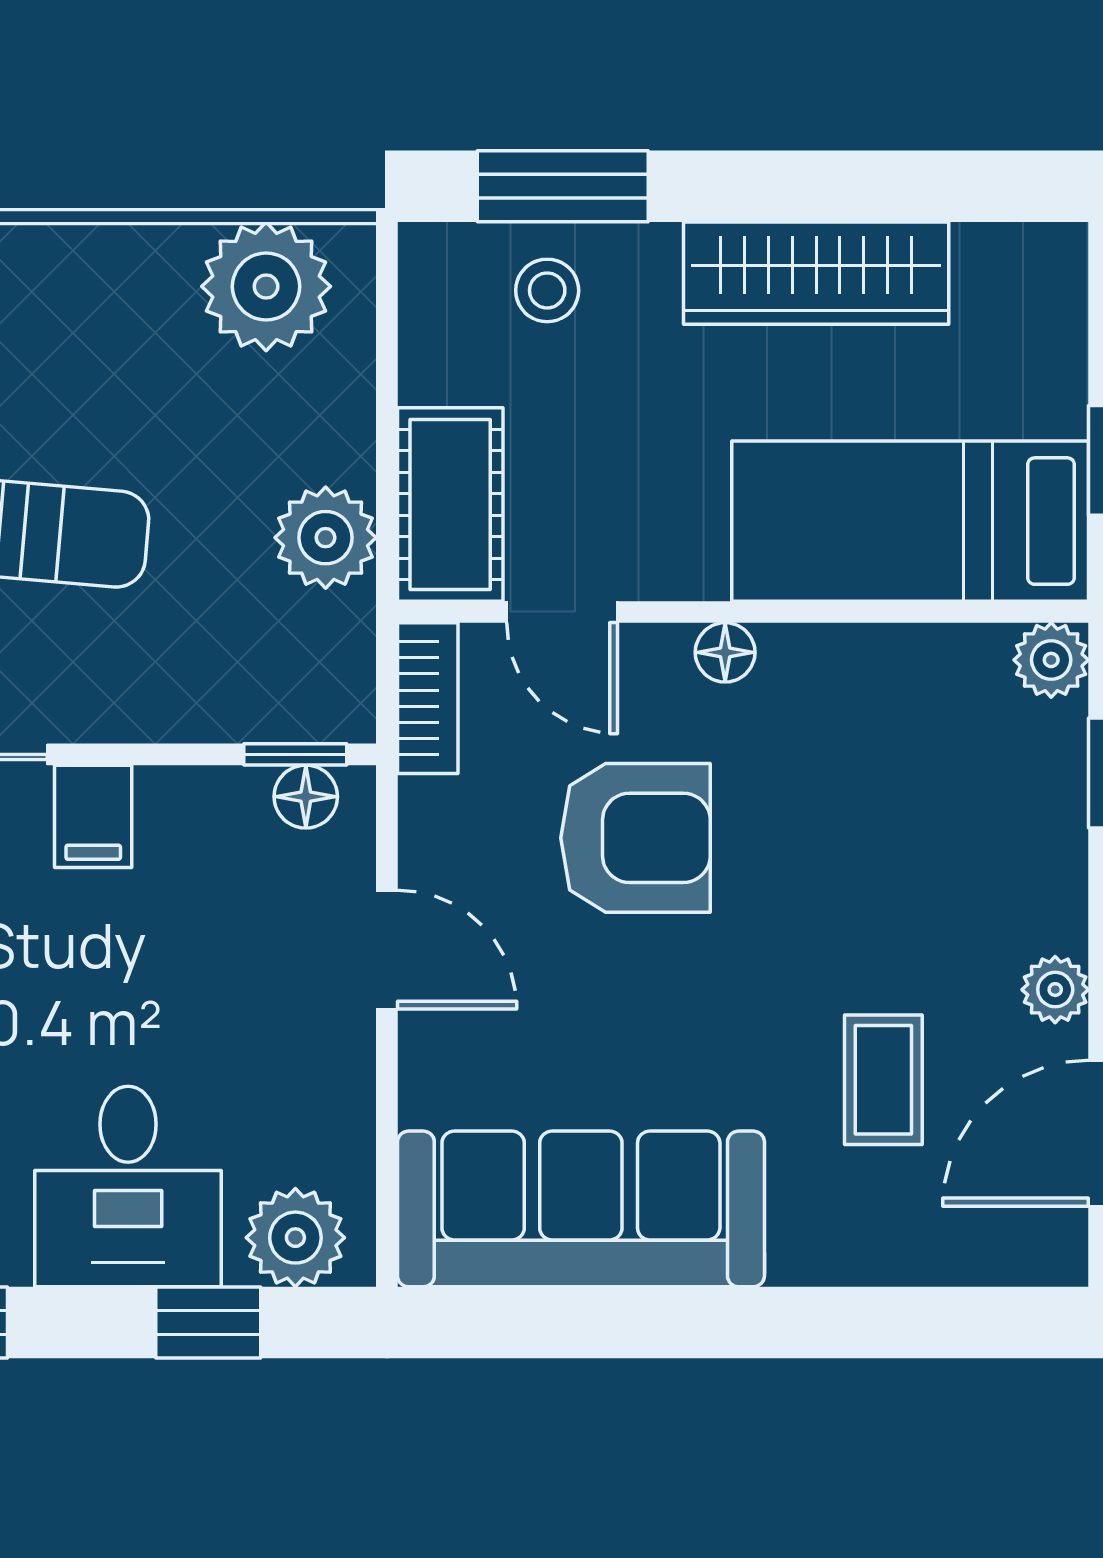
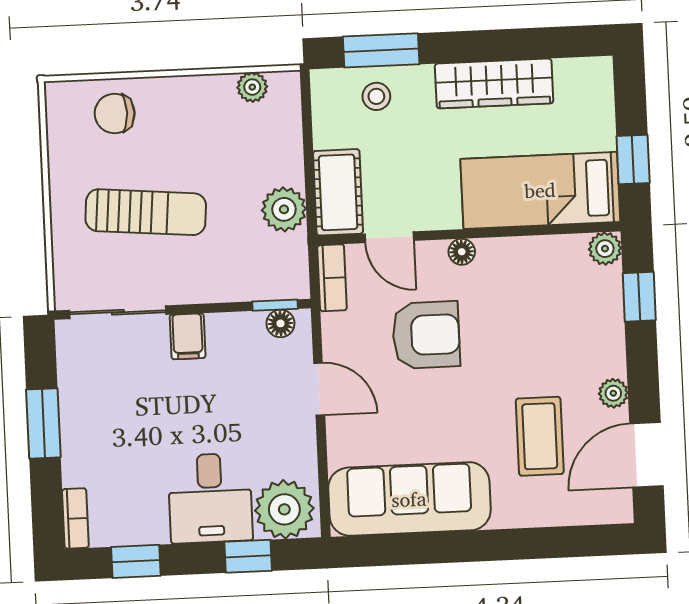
plant: (266, 286) -> (252, 87), width x0.53, depth x0.53
coffee table: (883, 1080) -> (540, 436), width x1.36, depth x1.30
plant: (295, 1238) -> (284, 509), width x1.36, depth x1.36

